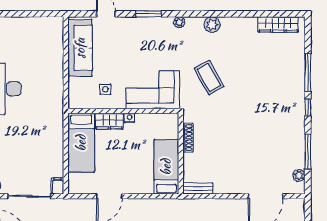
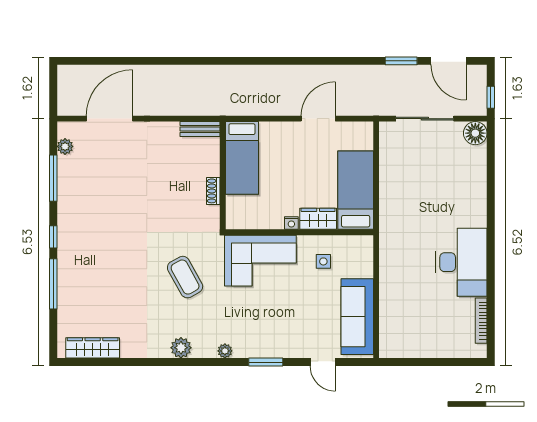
shoe rack: (188, 138) -> (213, 191), width x0.70
filing cabinet: (58, 186) -> (387, 132), removed

